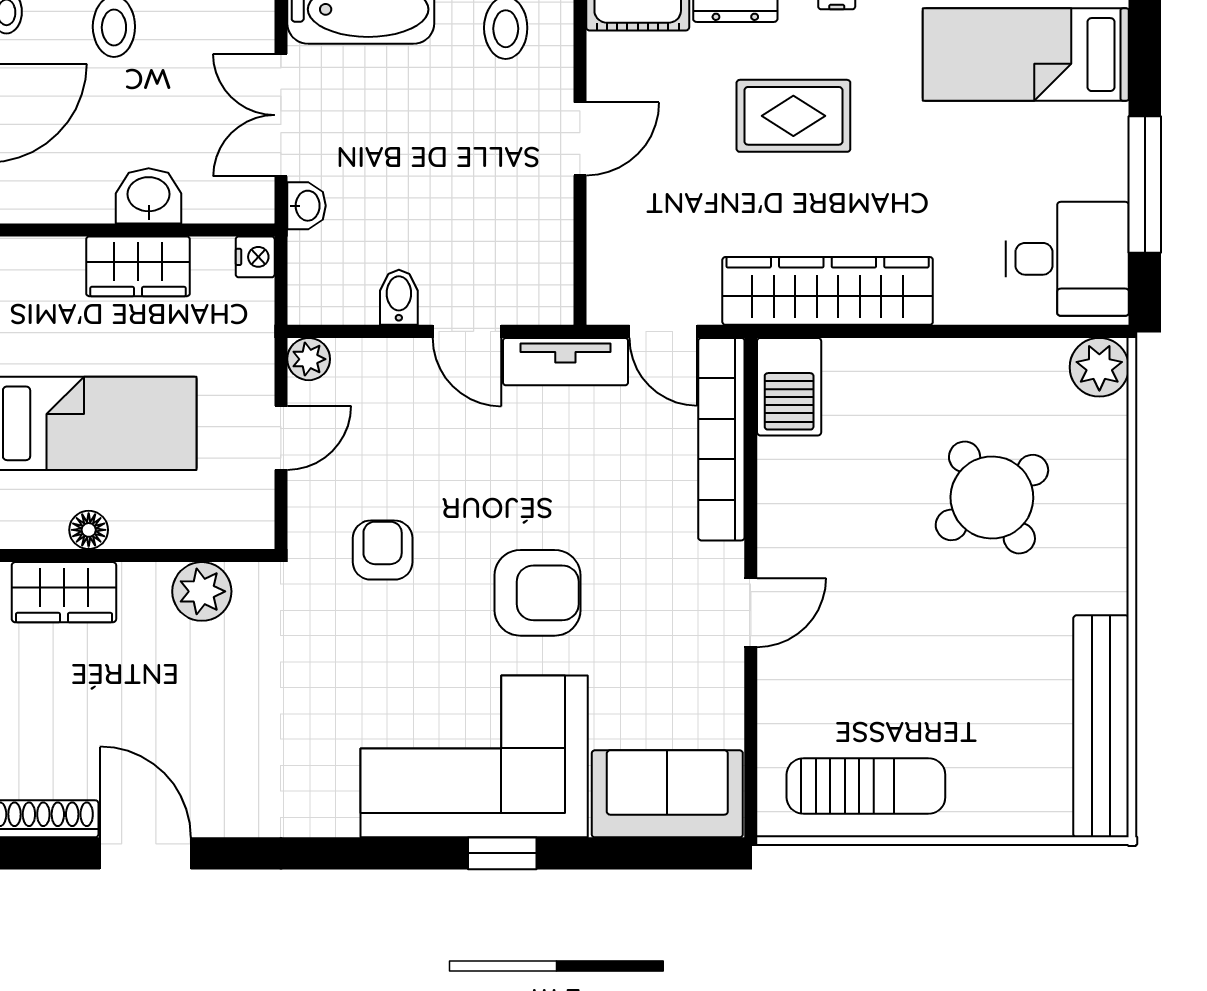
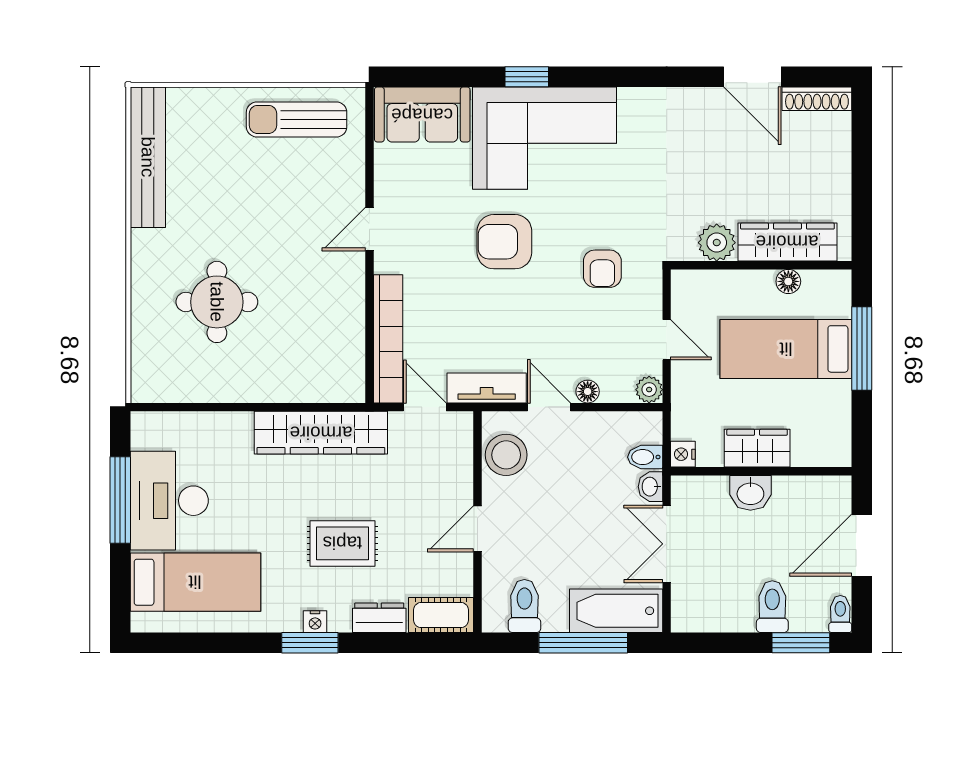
double door: (281, 115) -> (667, 544), swing flipped
stool: (535, 256) -> (506, 455), added
desk: (1067, 259) -> (169, 501), moved, width x1.37
bidet: (399, 297) -> (645, 457), moved, turned 90
floor lamp: (406, 356) -> (588, 392), added
plant: (1099, 367) -> (149, 384), removed
barbecue: (789, 387) -> (345, 372), removed
door: (281, 438) -> (667, 340), swing flipped
round table: (992, 498) -> (217, 302), turned 34
wardrobe: (64, 592) -> (787, 242), width x1.50

